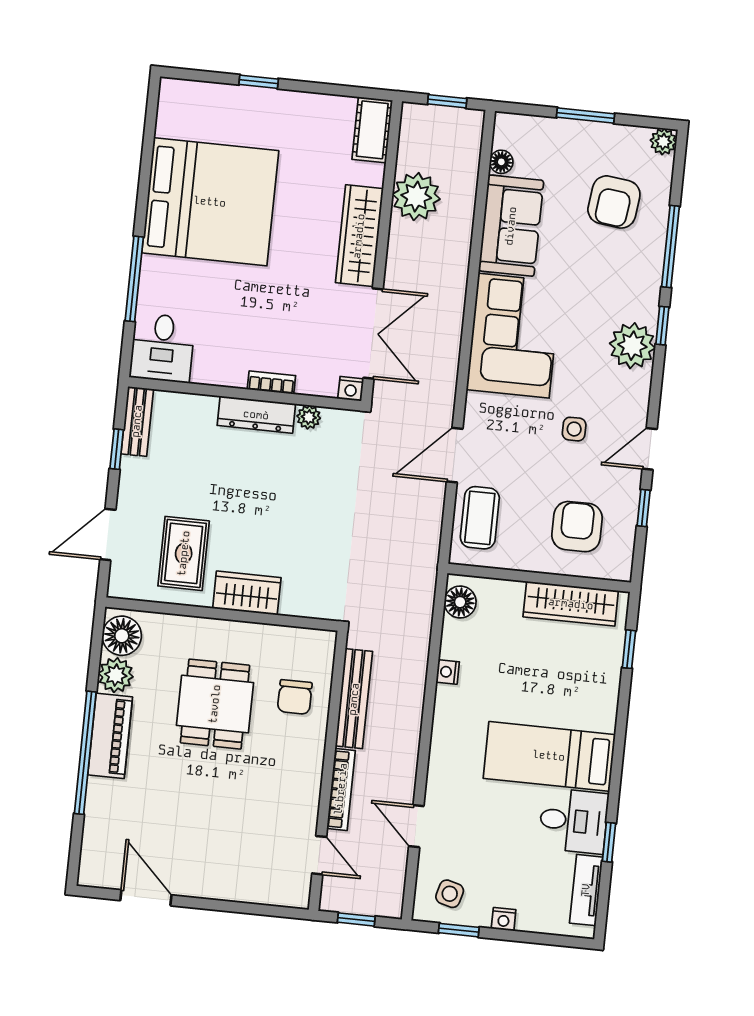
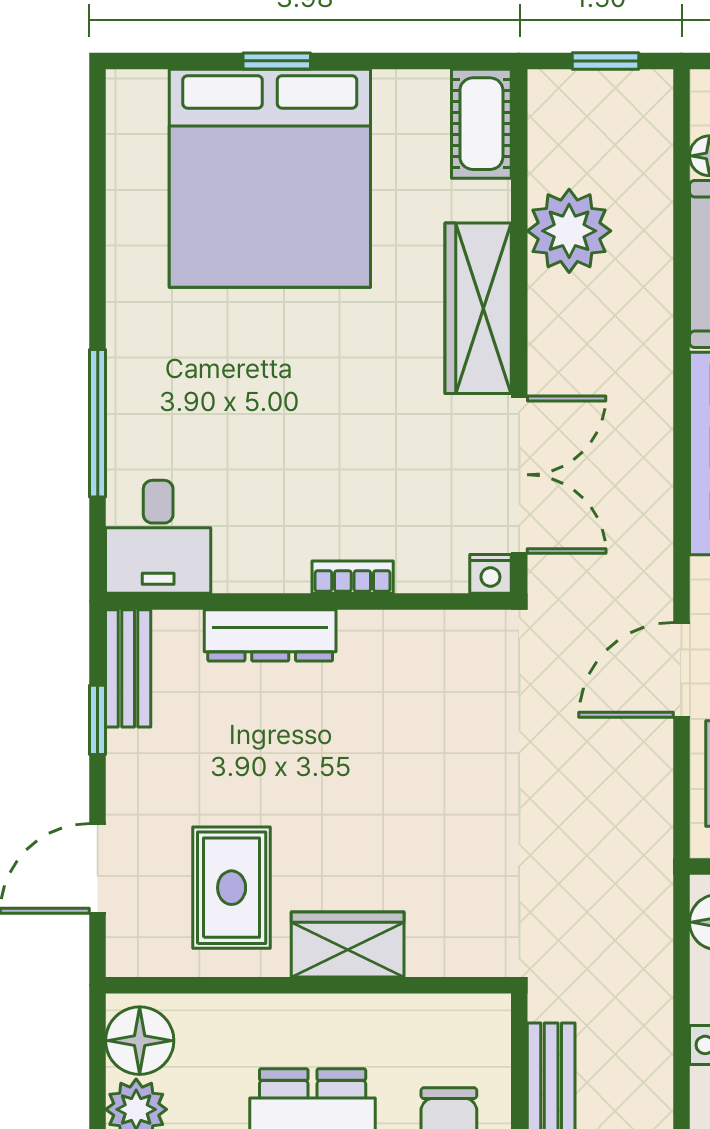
bed: (210, 202) -> (270, 178), moved, turned 90
dresser: (256, 415) -> (270, 635), moved
plant: (309, 417) -> (423, 630), removed

